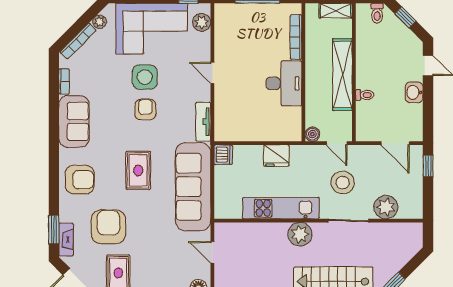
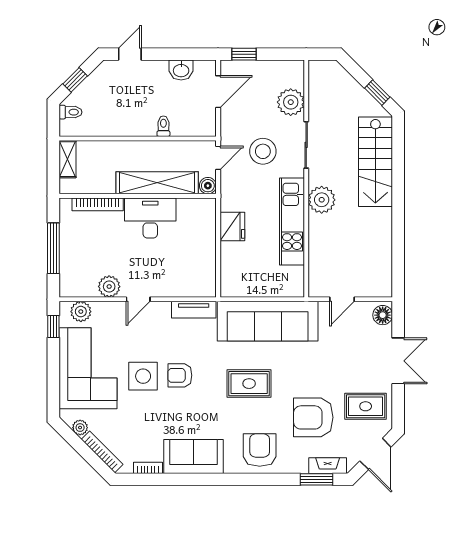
plant: (224, 47) -> (109, 287), added
shelving: (342, 75) -> (157, 183), moved
washbasin: (414, 92) -> (181, 70), moved
dishwasher: (223, 155) -> (231, 287), removed

